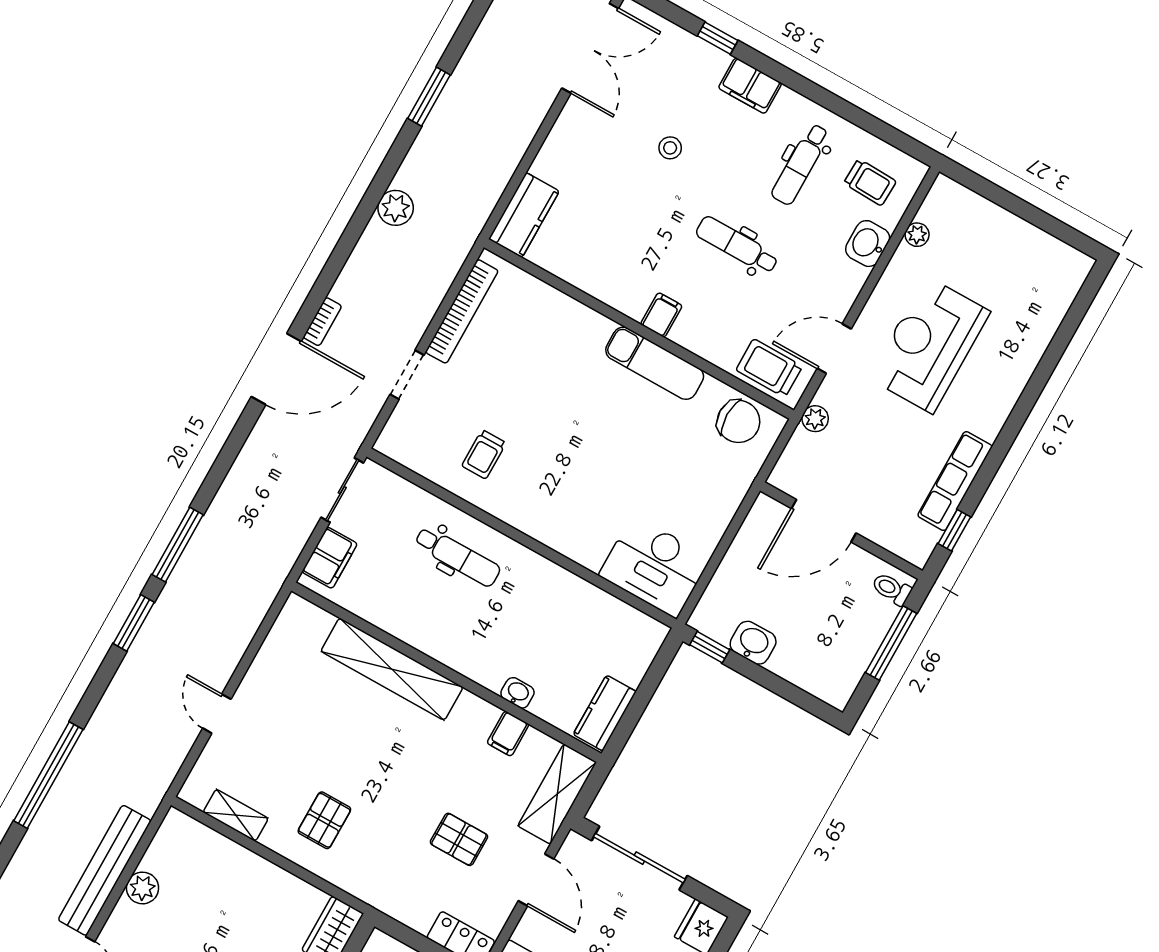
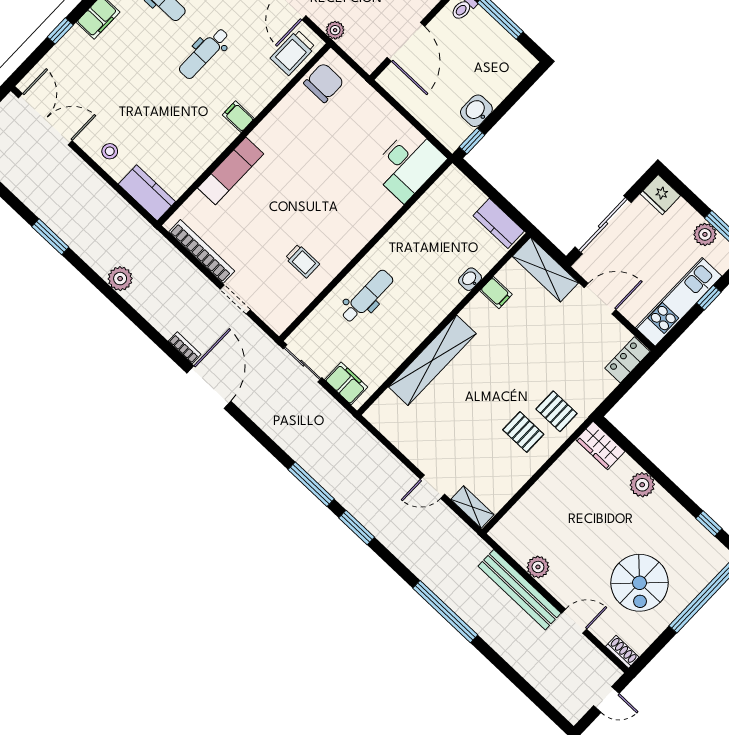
stool: (670, 148) -> (110, 151), moved
exam couch: (655, 363) -> (231, 171), moved
shelving: (236, 815) -> (472, 507), moved, turned 90
pallet: (459, 839) -> (557, 411), moved, turned 90

